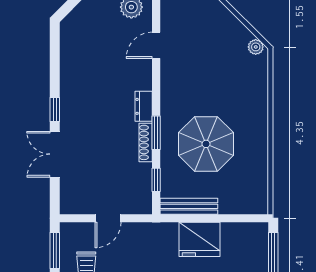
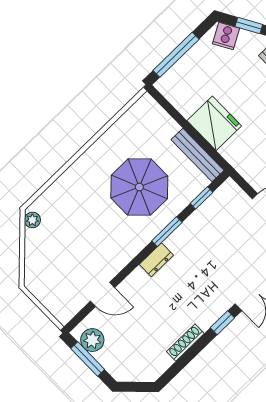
shoe rack: (146, 142) -> (185, 343), moved, turned 180

